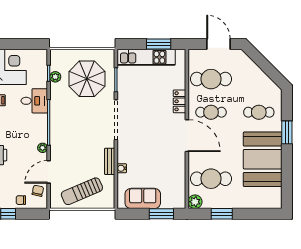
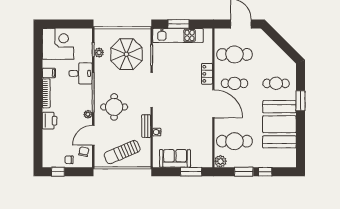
window: (159, 44) -> (178, 24), moved
round table: (73, 139) -> (114, 107), added
window: (246, 214) -> (265, 172), added

